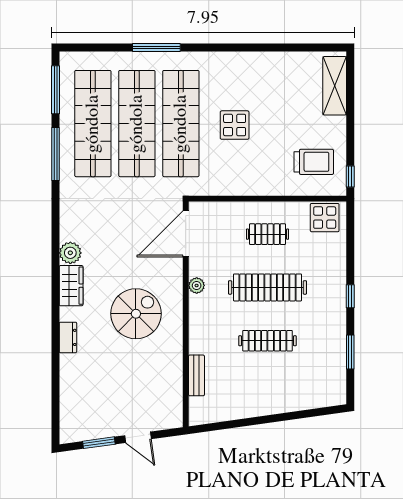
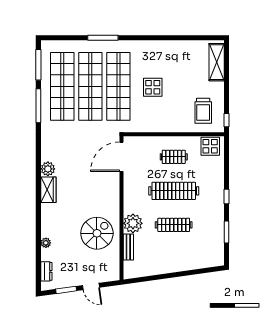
trolley: (314, 162) -> (203, 111), turned 90
plant: (197, 285) -> (133, 223), moved, width x1.87, depth x1.87
spiral stairs: (136, 314) -> (97, 233), moved
dresser: (68, 337) -> (46, 271), moved
plant: (67, 369) -> (46, 243), added

